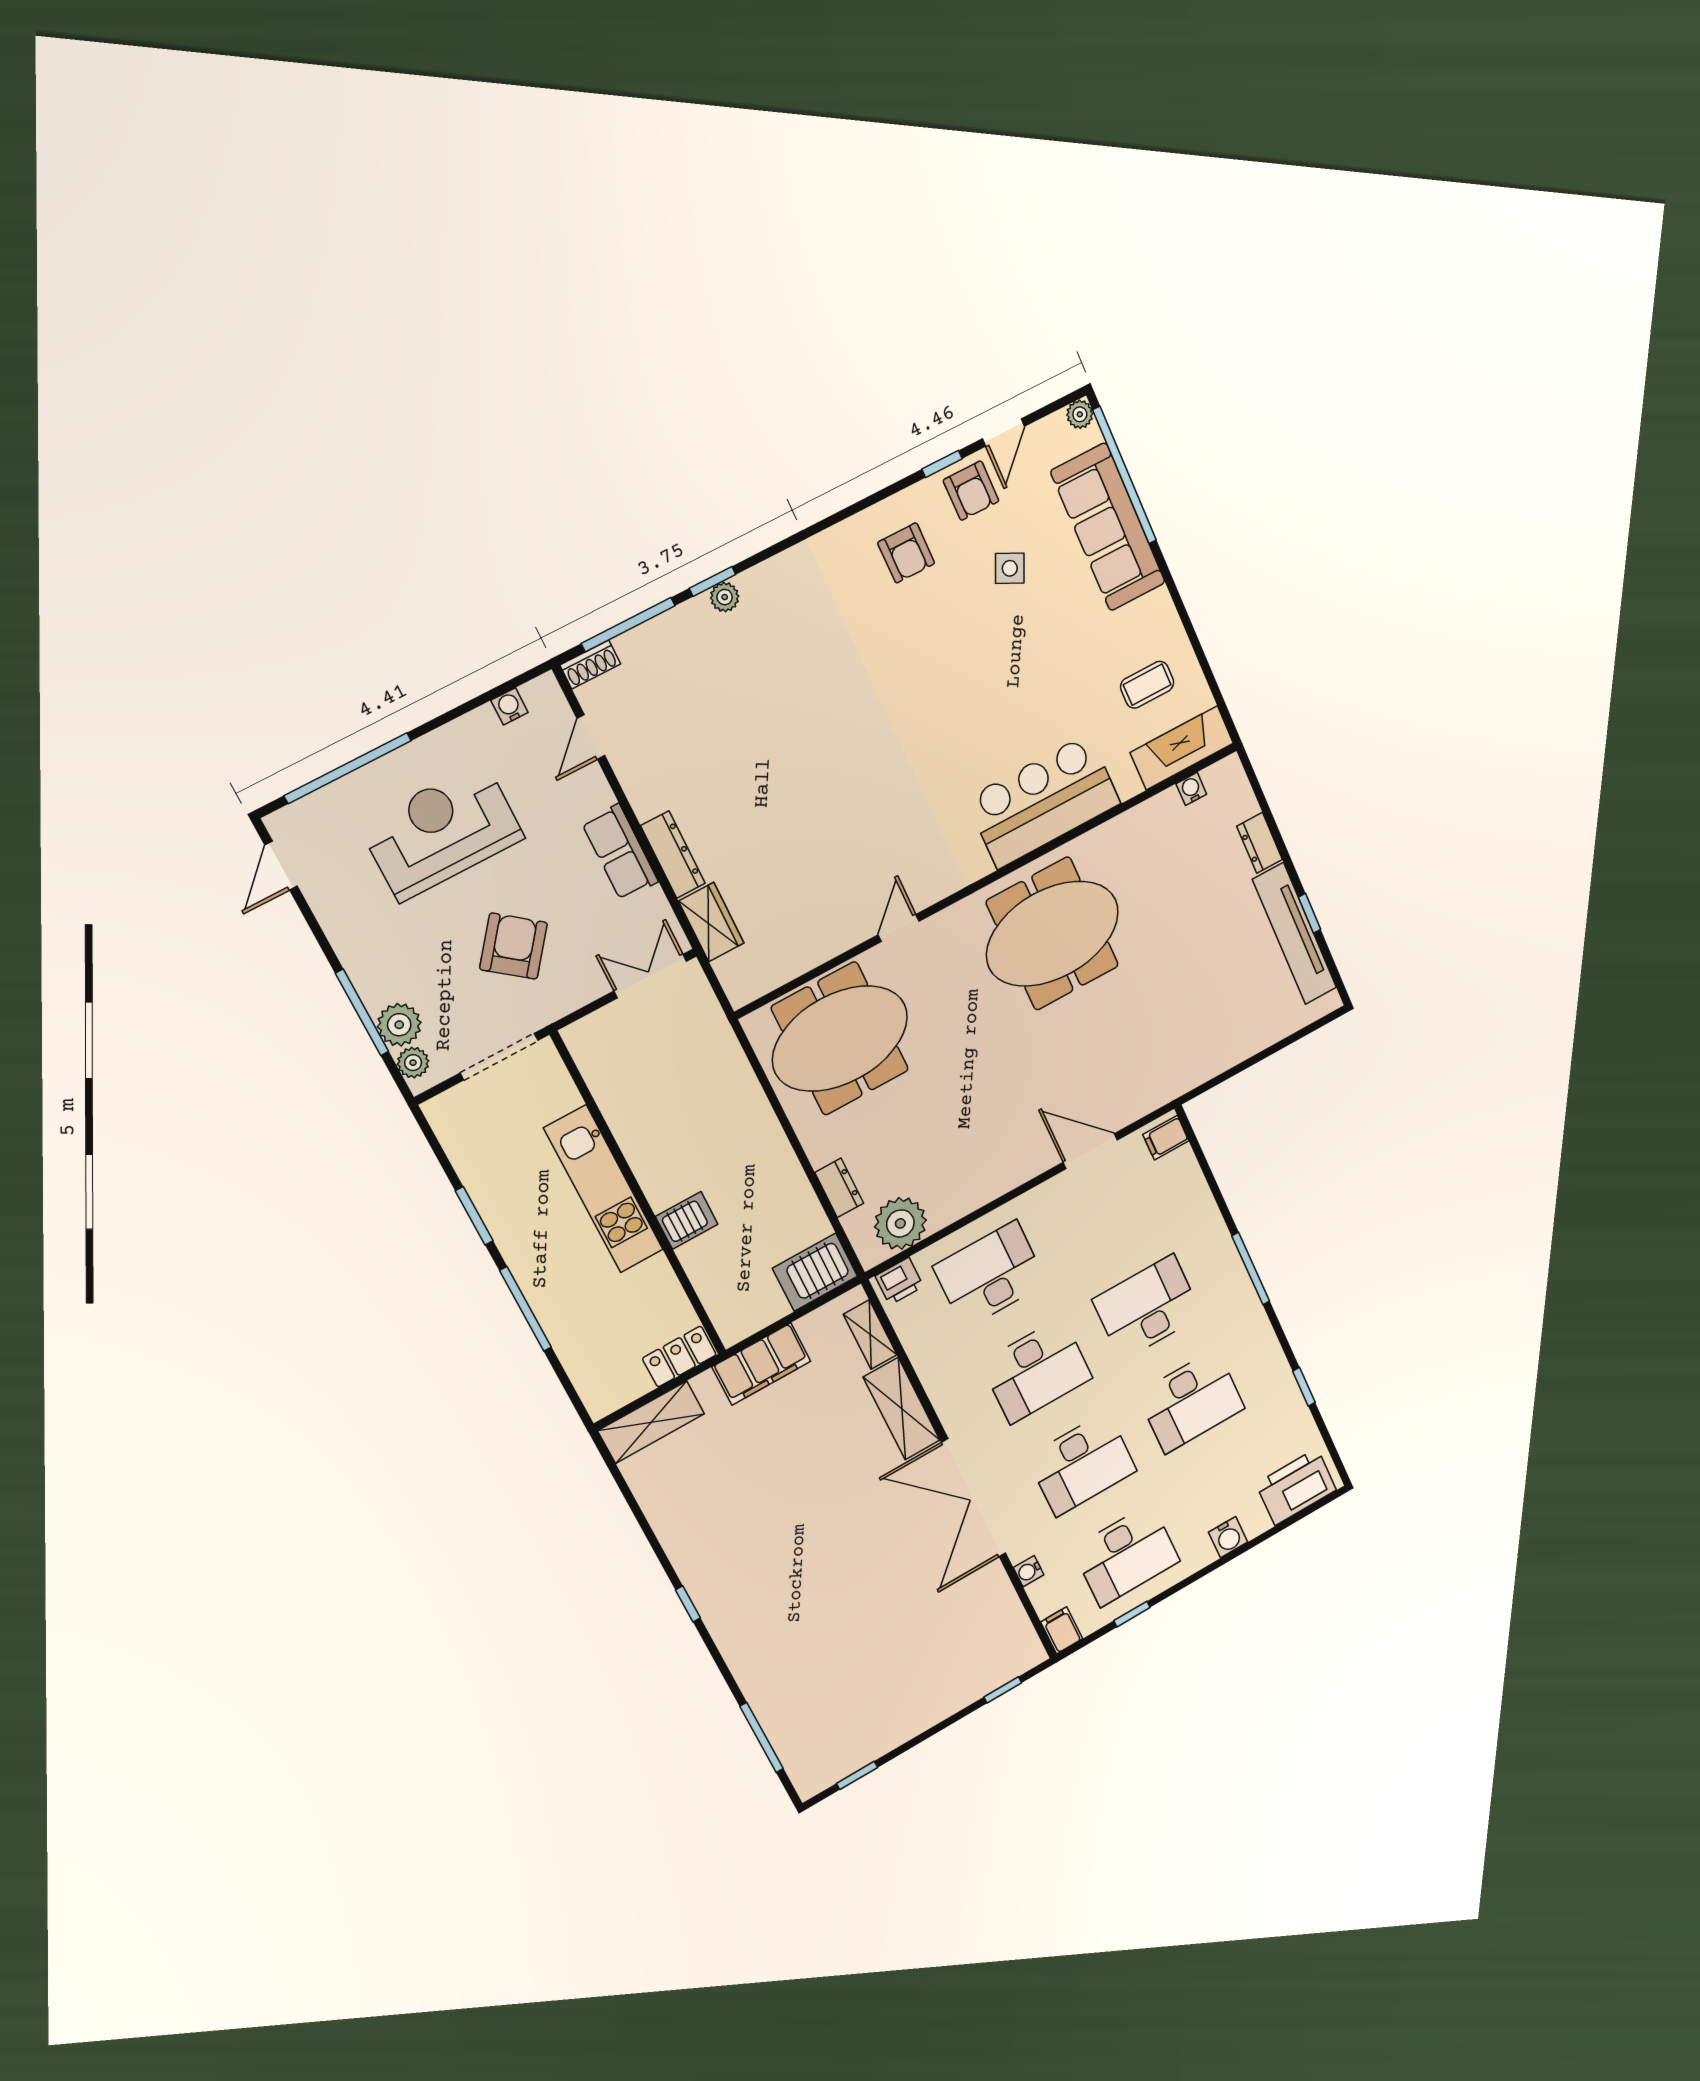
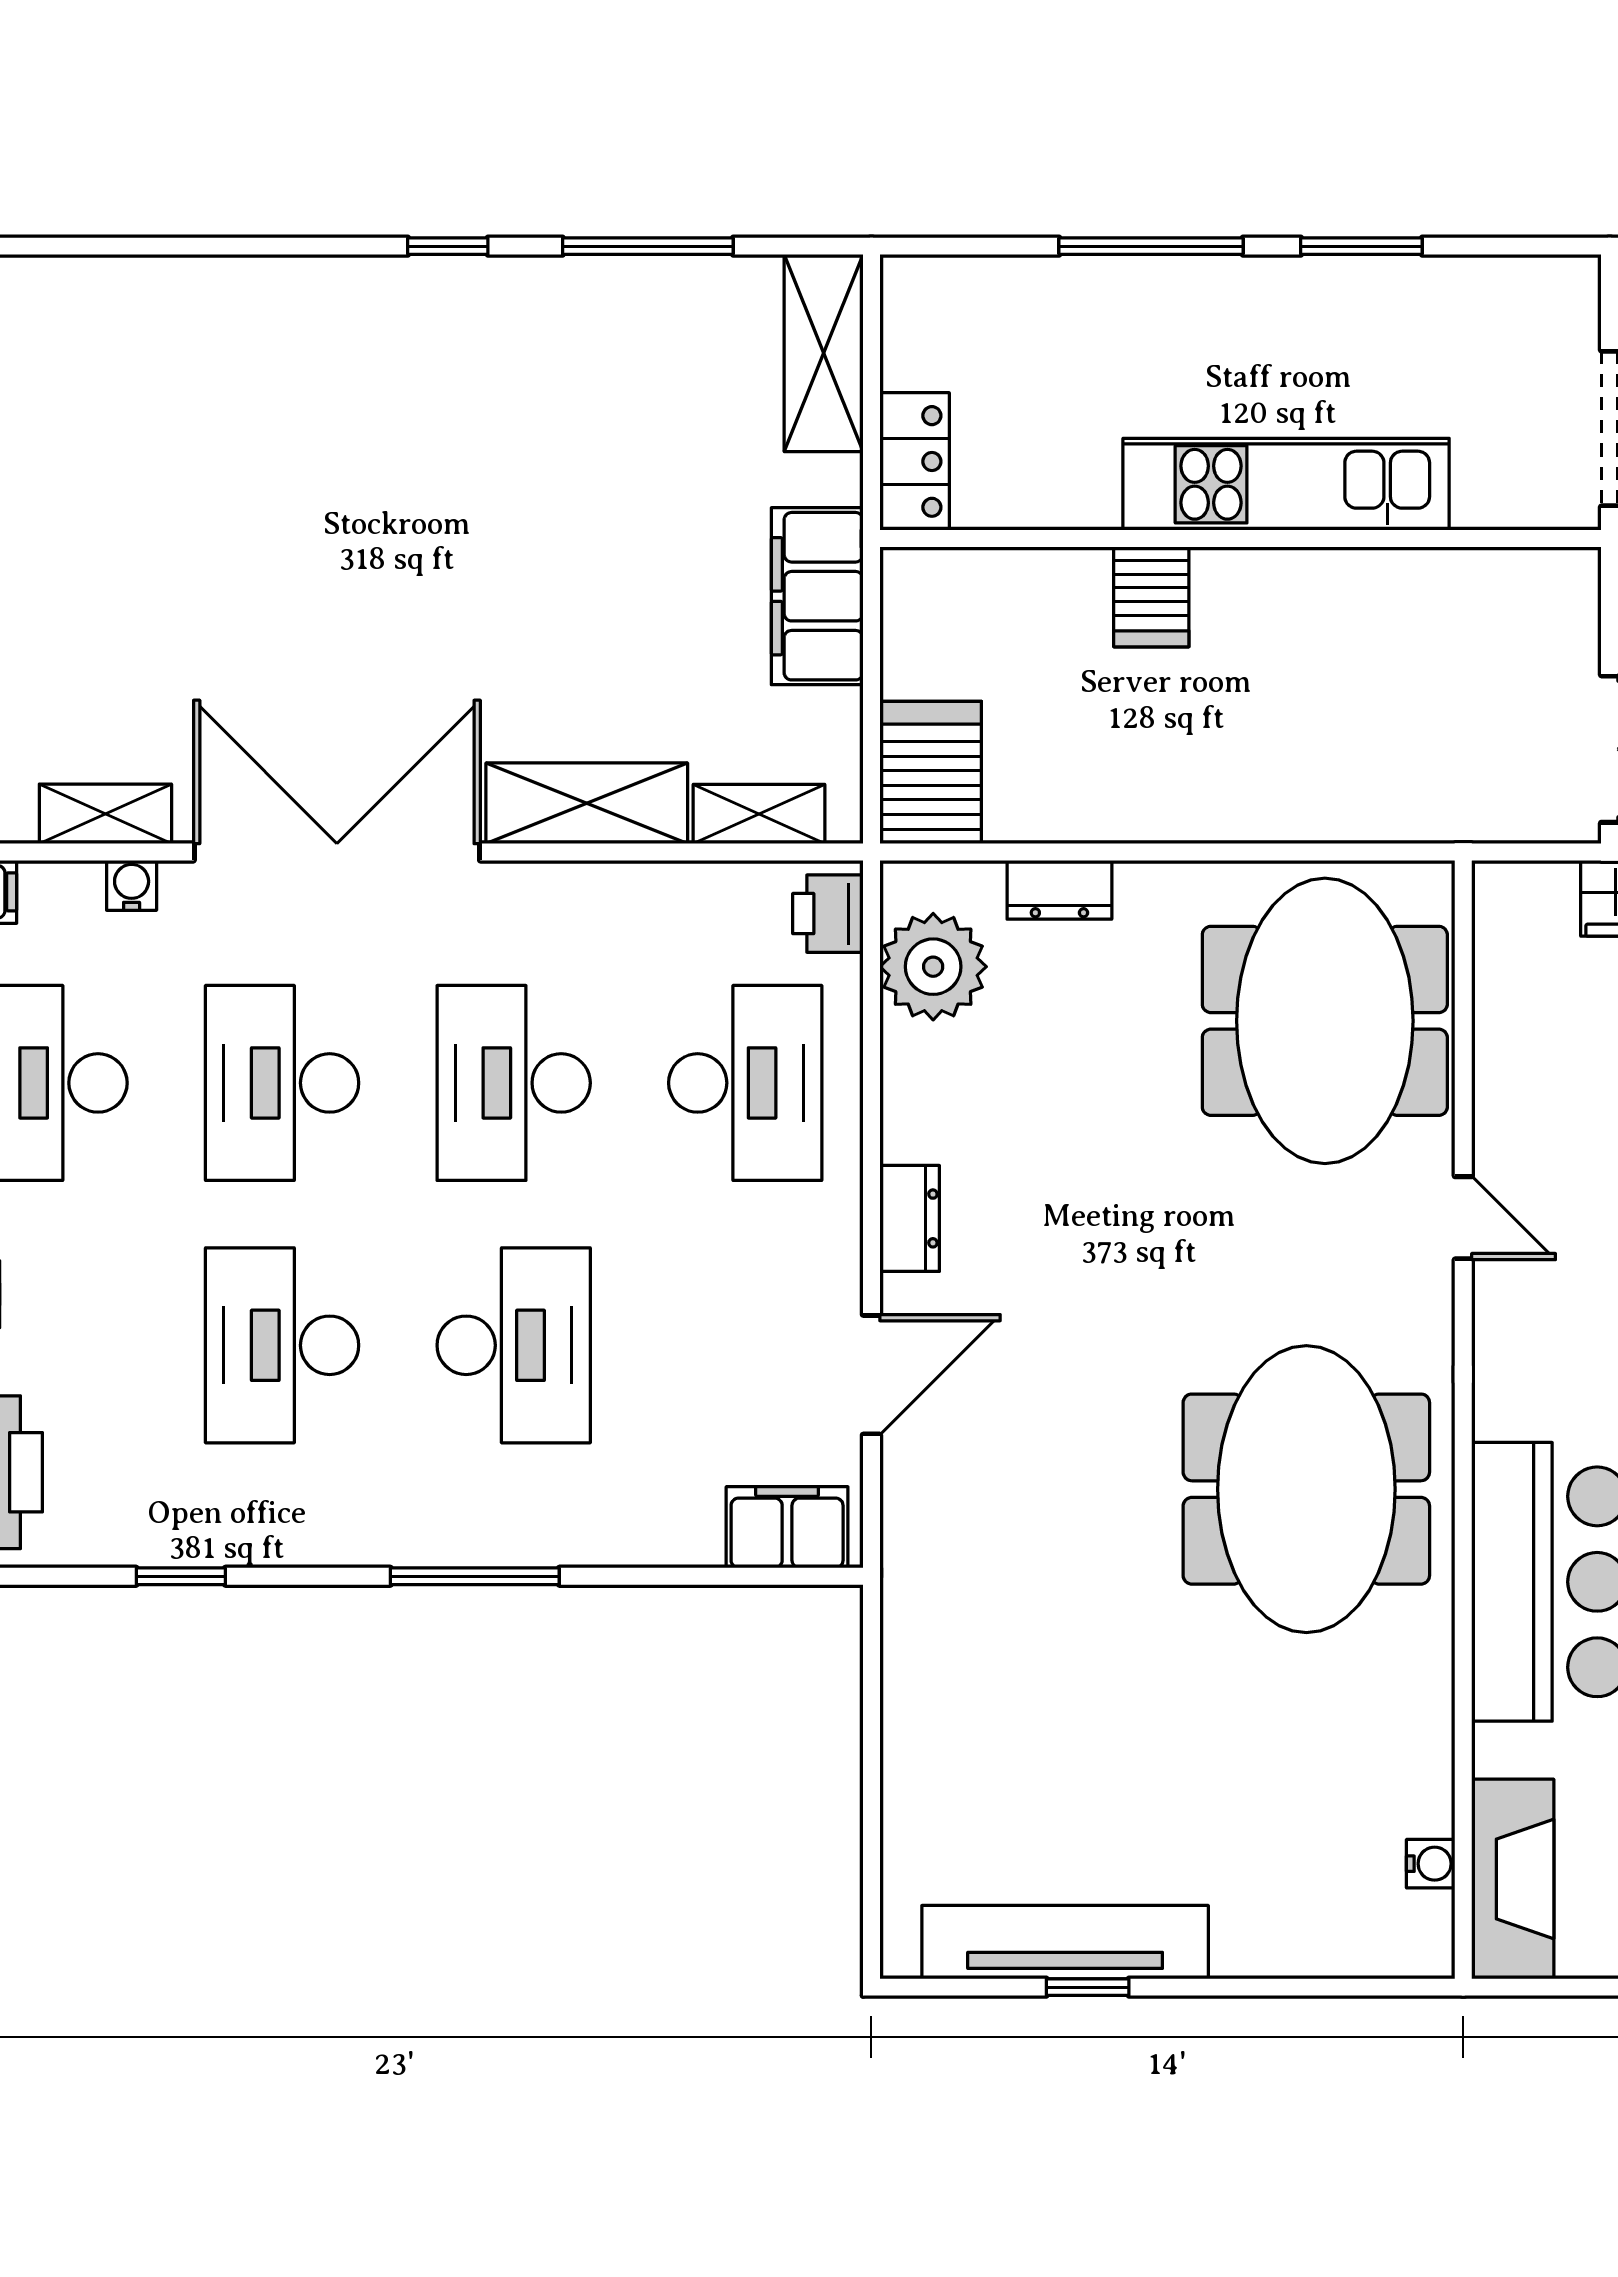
dresser: (1260, 843) -> (910, 1218), moved, turned 90
filing cabinet: (1166, 1138) -> (787, 1527), width x2.00
shelving: (1004, 1599) -> (105, 814), added
window: (762, 1738) -> (648, 246), moved

